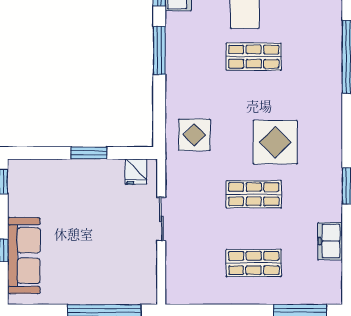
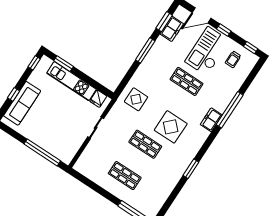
window: (89, 153) -> (64, 64), moved
kitchen unit: (77, 172) -> (71, 81), added
freezer: (330, 241) -> (211, 120), moved

